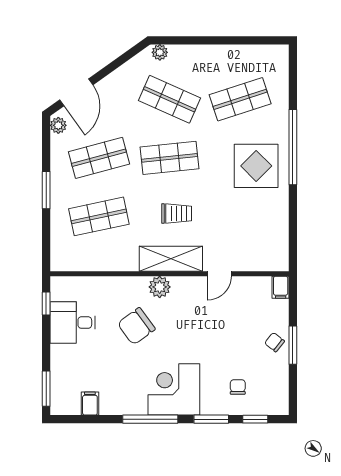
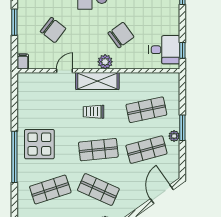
plant: (58, 125) -> (174, 136), moved
desk: (73, 323) -> (164, 50), moved
chair: (275, 342) -> (53, 30), moved, width x1.87, depth x1.87

